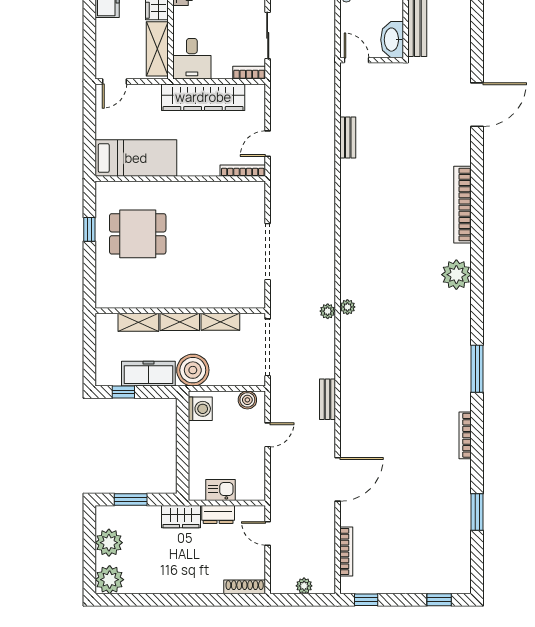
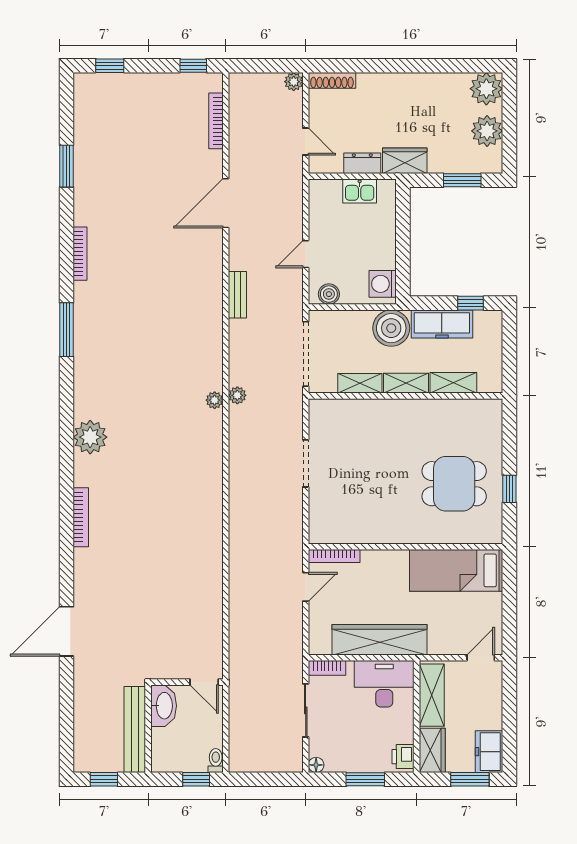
desk: (192, 59) -> (384, 684), width x1.37
bench: (348, 138) -> (214, 594), removed
bookcase: (463, 205) -> (81, 517), width x0.68, depth x0.76
doorway: (268, 252) -> (306, 463), width x0.73
plant: (304, 586) -> (294, 82), moved

